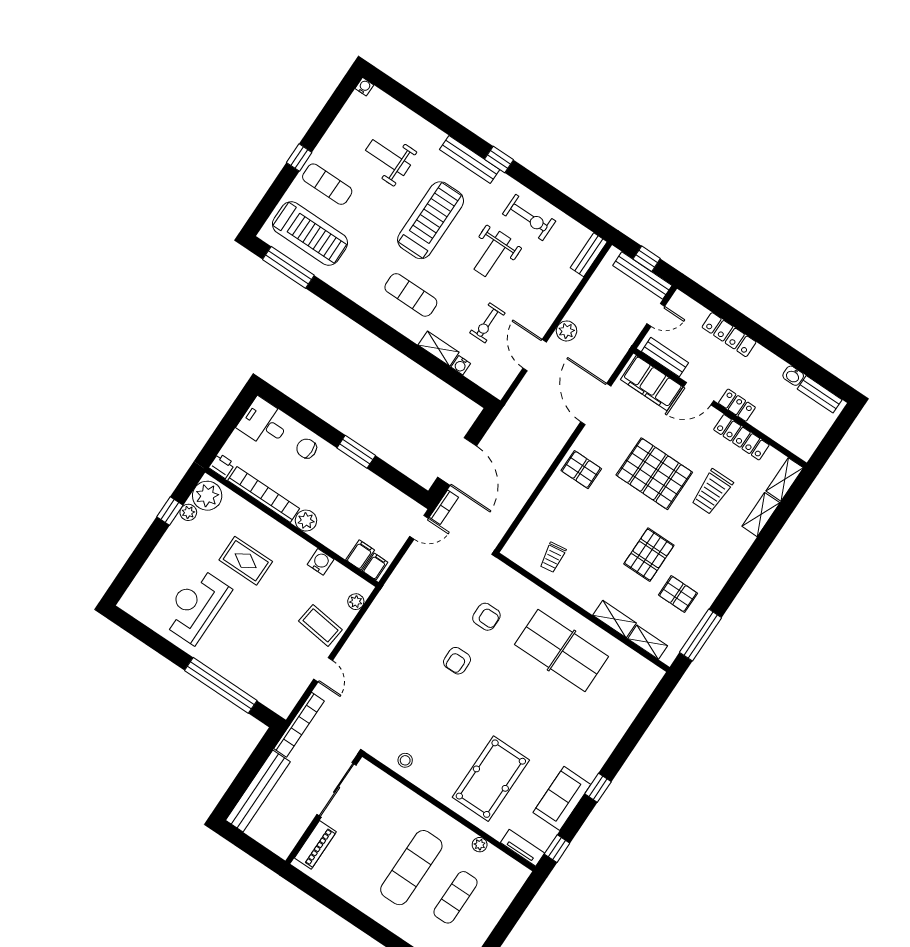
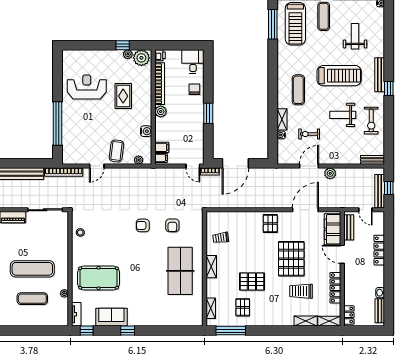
locker: (737, 405) -> (349, 315), moved
shelving: (614, 619) -> (211, 267), moved

